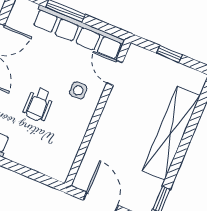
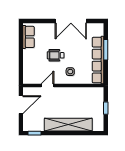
door: (115, 73) -> (48, 85), moved

